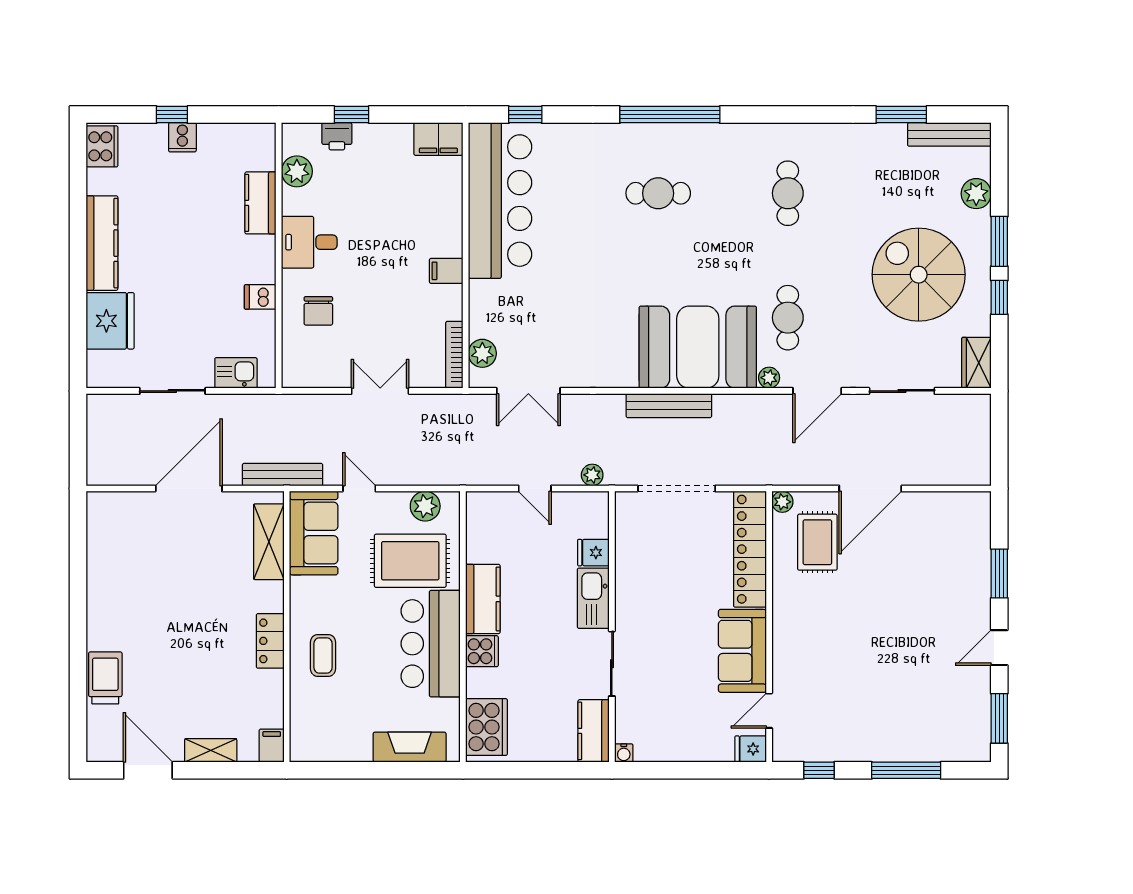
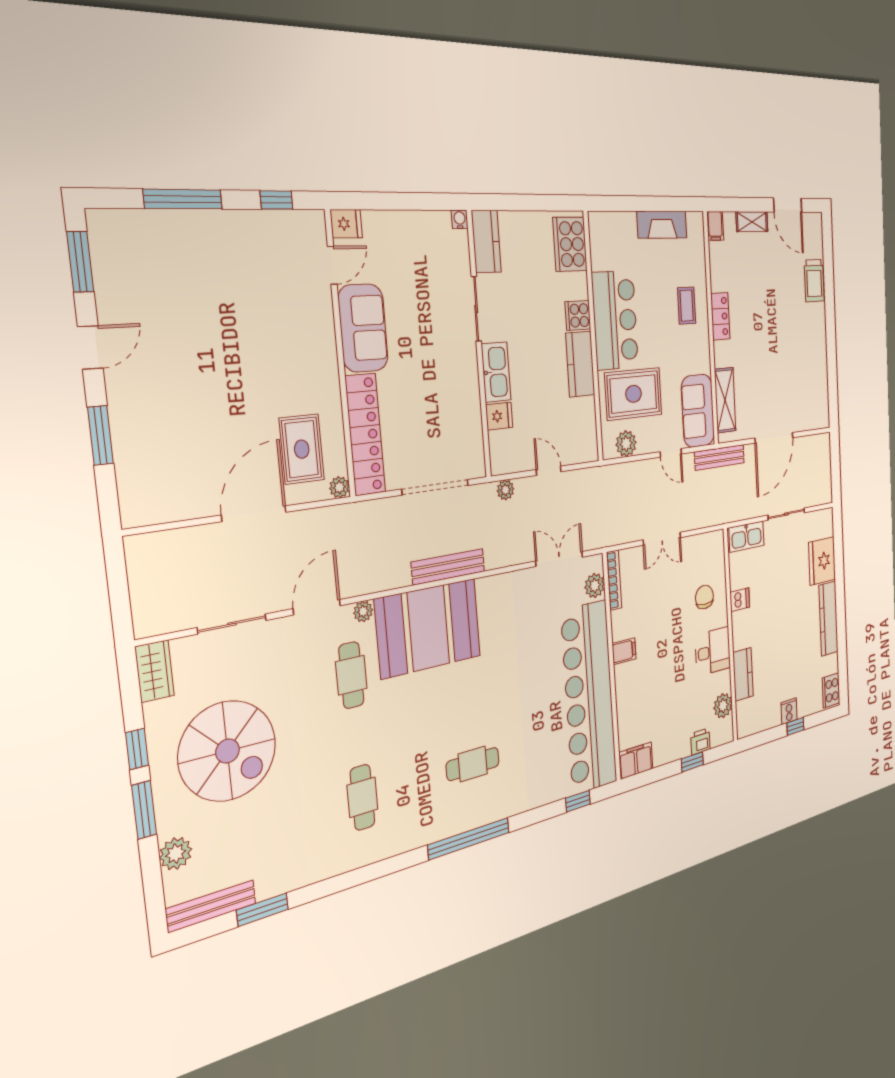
bar counter: (500, 201) -> (589, 697), width x1.36
kitchen sink: (236, 373) -> (746, 537), width x1.38
fireplace: (410, 747) -> (662, 225), moved

